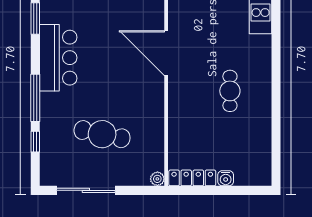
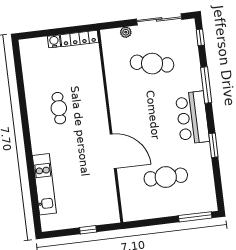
door: (166, 53) -> (113, 151), moved
window: (35, 142) -> (200, 37), moved
plant: (157, 179) -> (126, 32), moved

